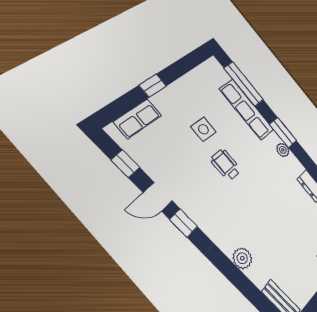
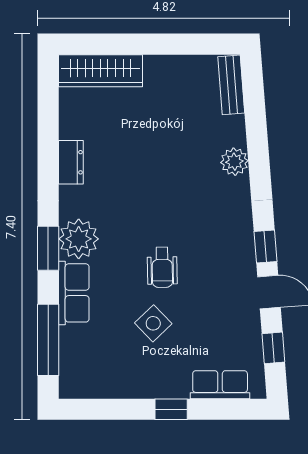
row of seats: (247, 109) -> (74, 293), width x0.68
side table: (203, 129) -> (153, 323), turned 45
plant: (283, 150) -> (79, 239), width x1.87, depth x1.87

